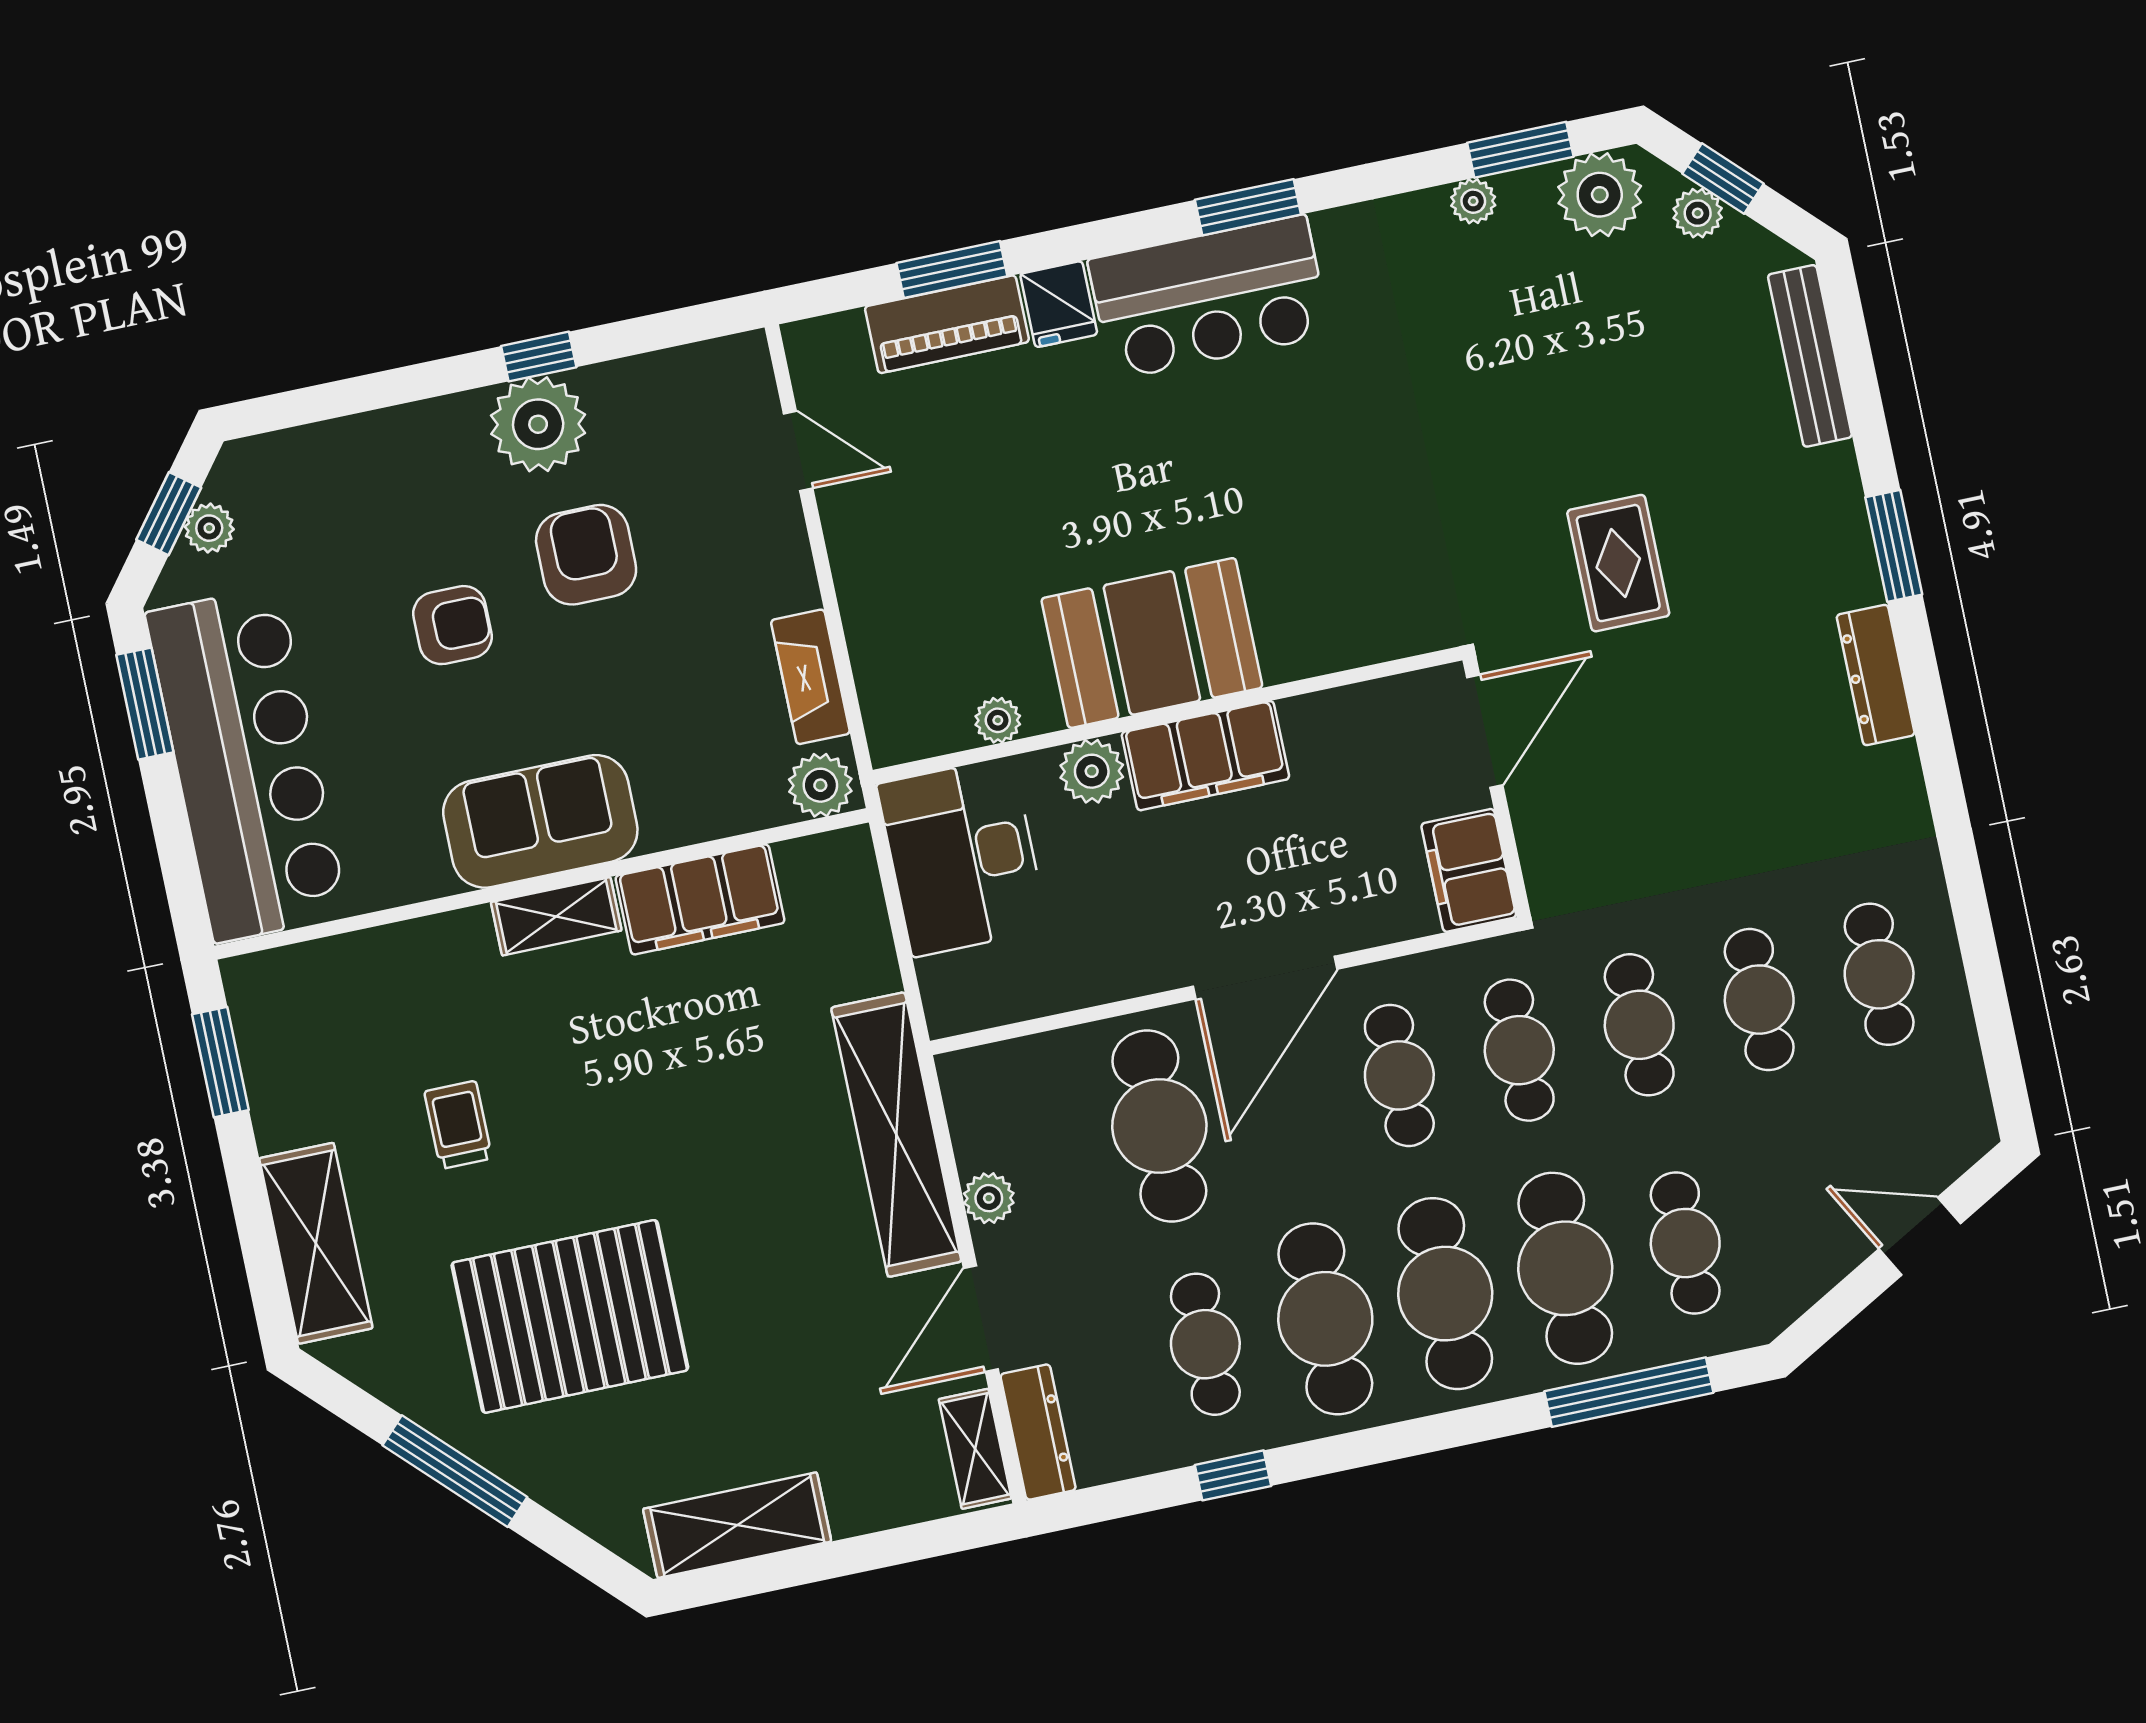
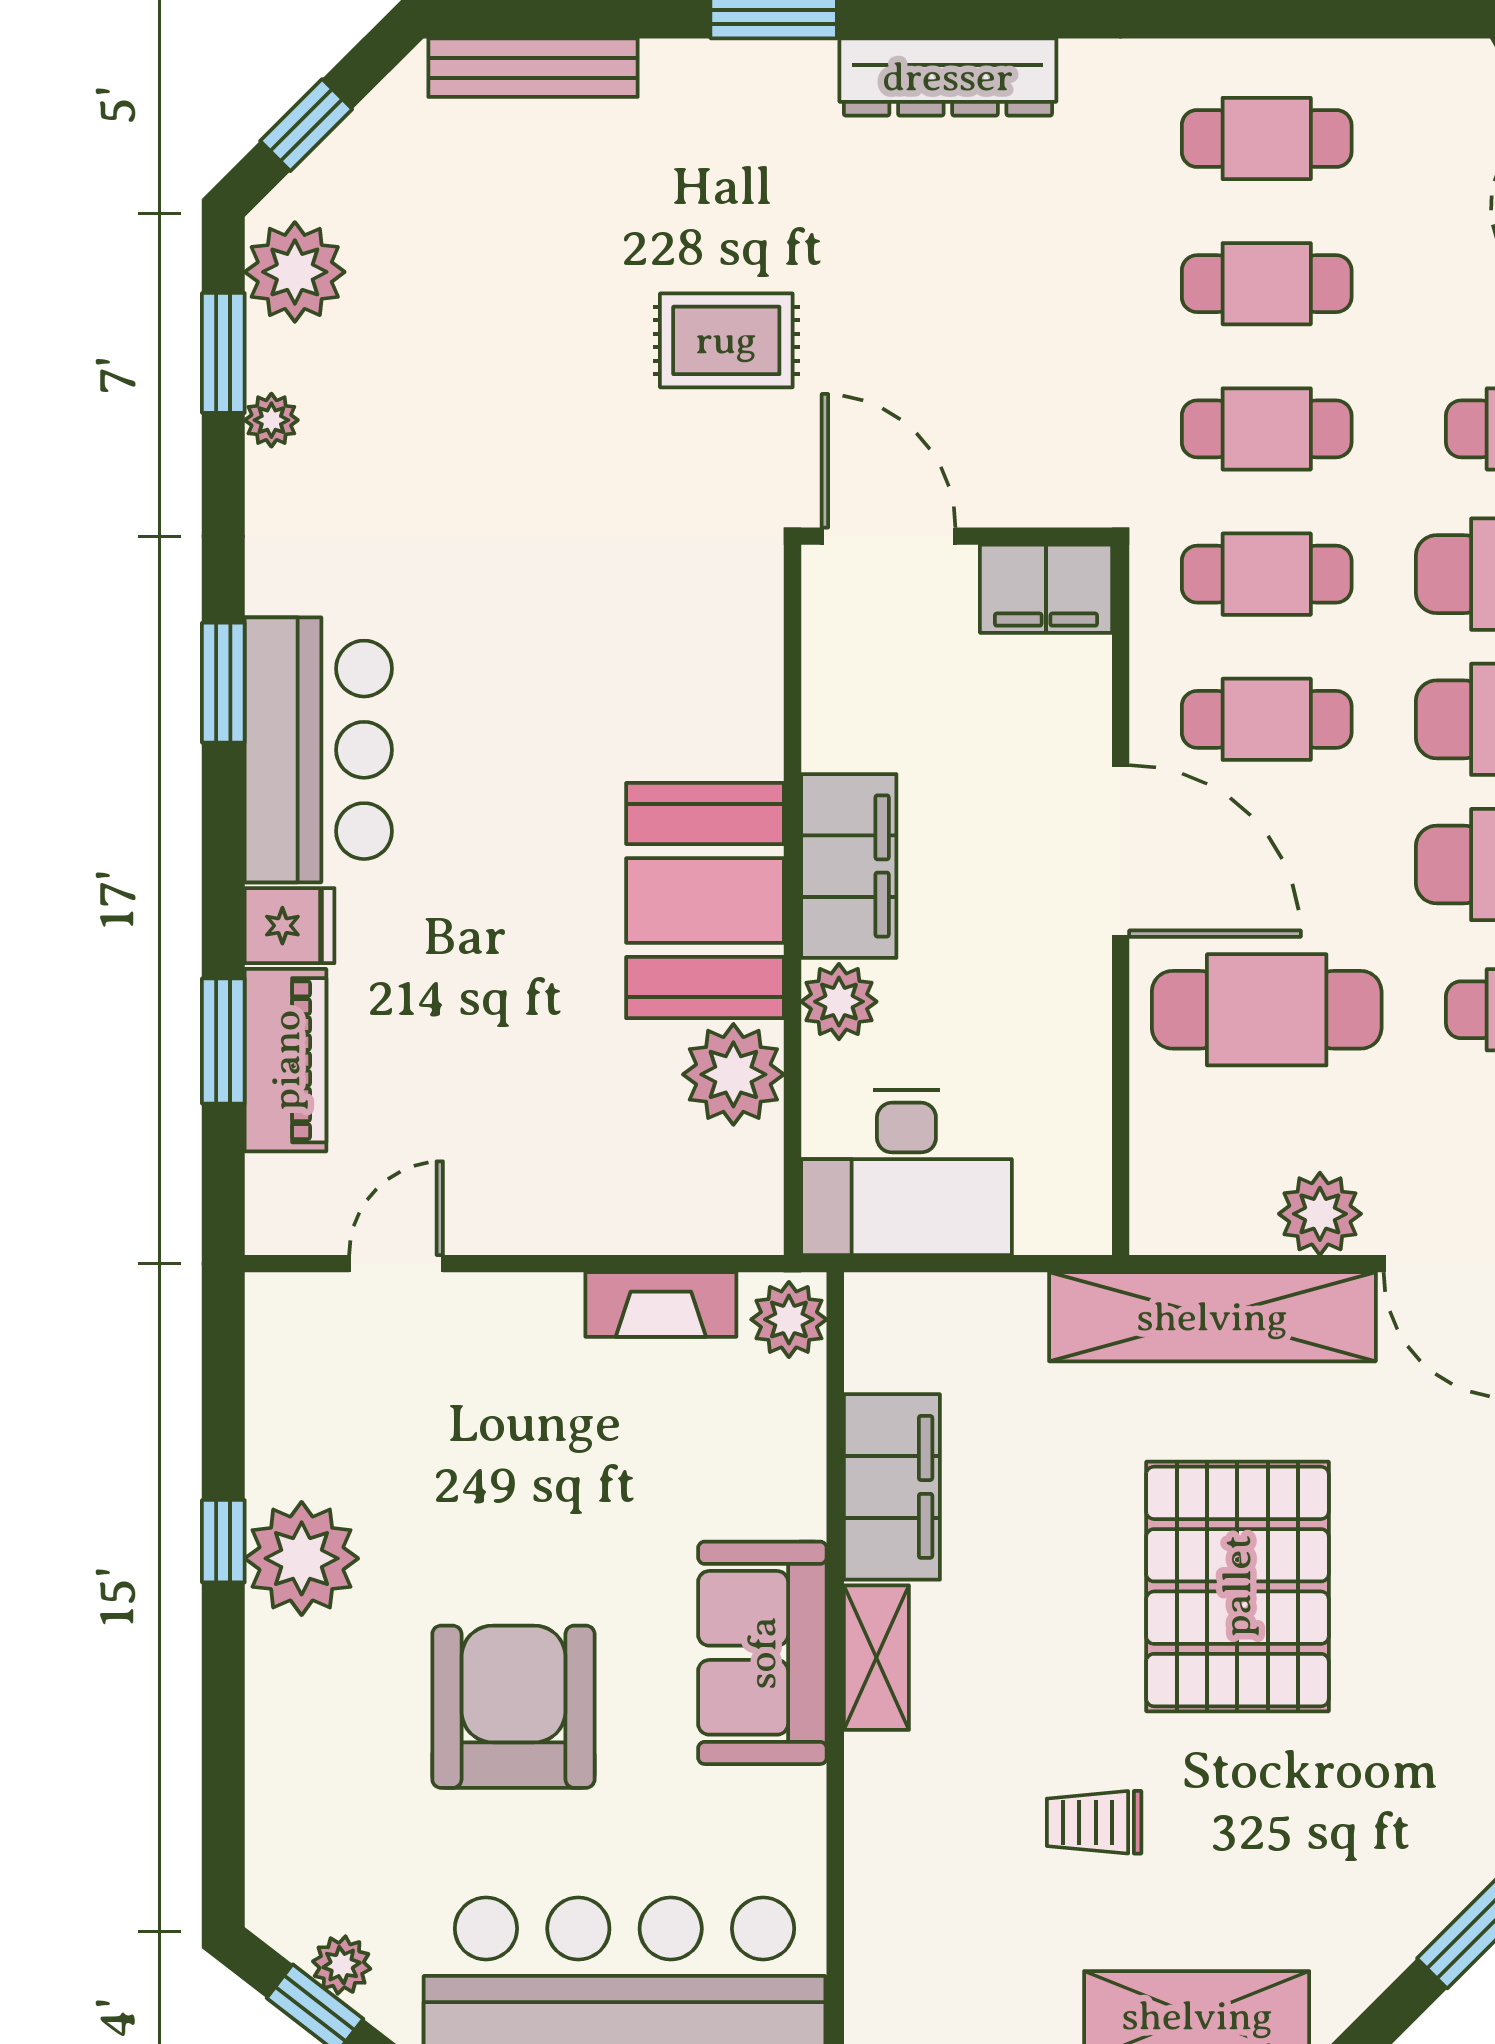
plant: (1698, 213) -> (340, 163), removed
armchair: (586, 555) -> (465, 1535), removed
armchair: (453, 625) -> (513, 1707), width x1.88, depth x1.88
dresser: (1876, 675) -> (948, 77), width x1.37, depth x1.24
plant: (998, 720) -> (733, 1074), width x1.87, depth x1.87
plant: (989, 1198) -> (1320, 1214), width x1.38, depth x1.38
pallet: (570, 1316) -> (1237, 1586), moved

